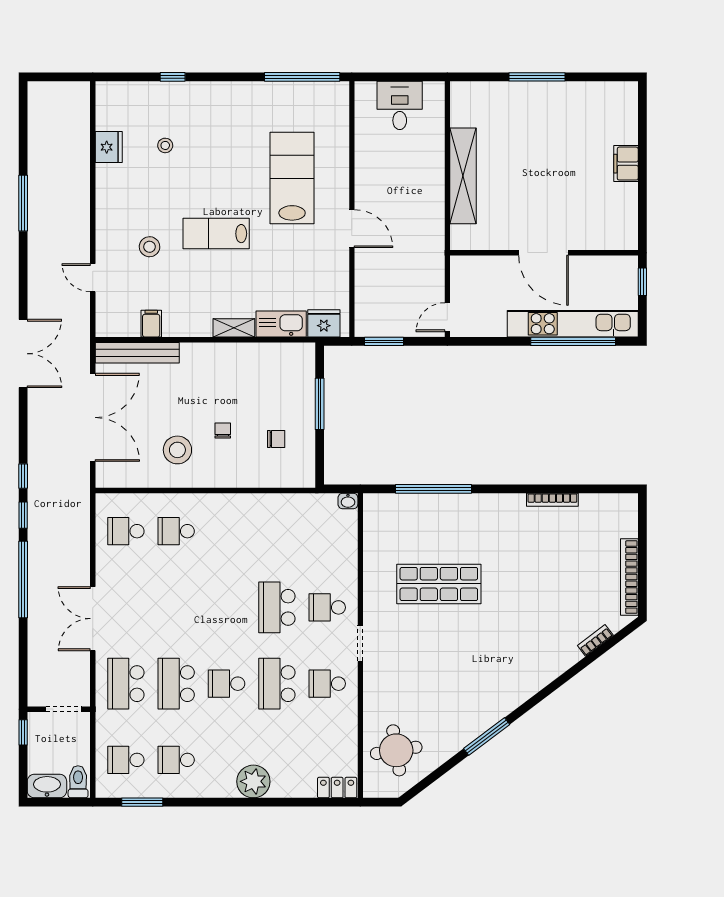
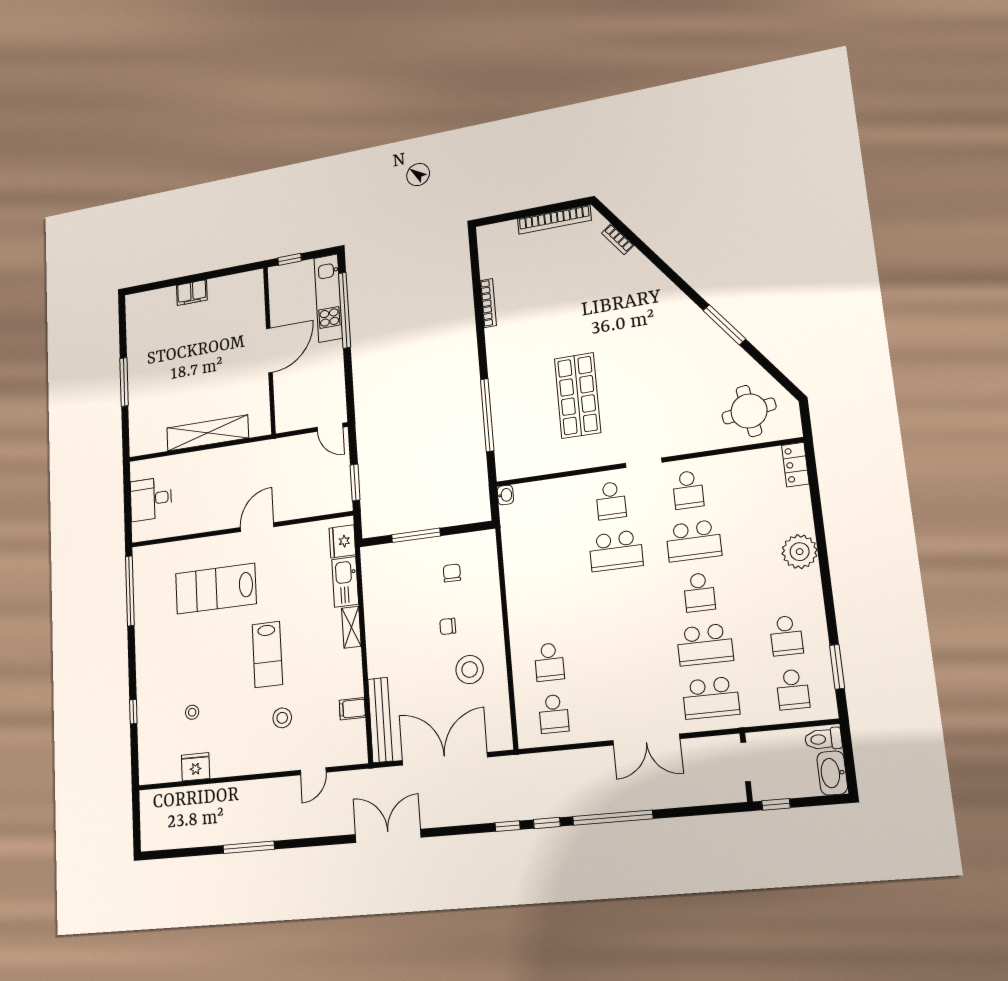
kitchen unit: (573, 324) -> (328, 298), width x0.73

